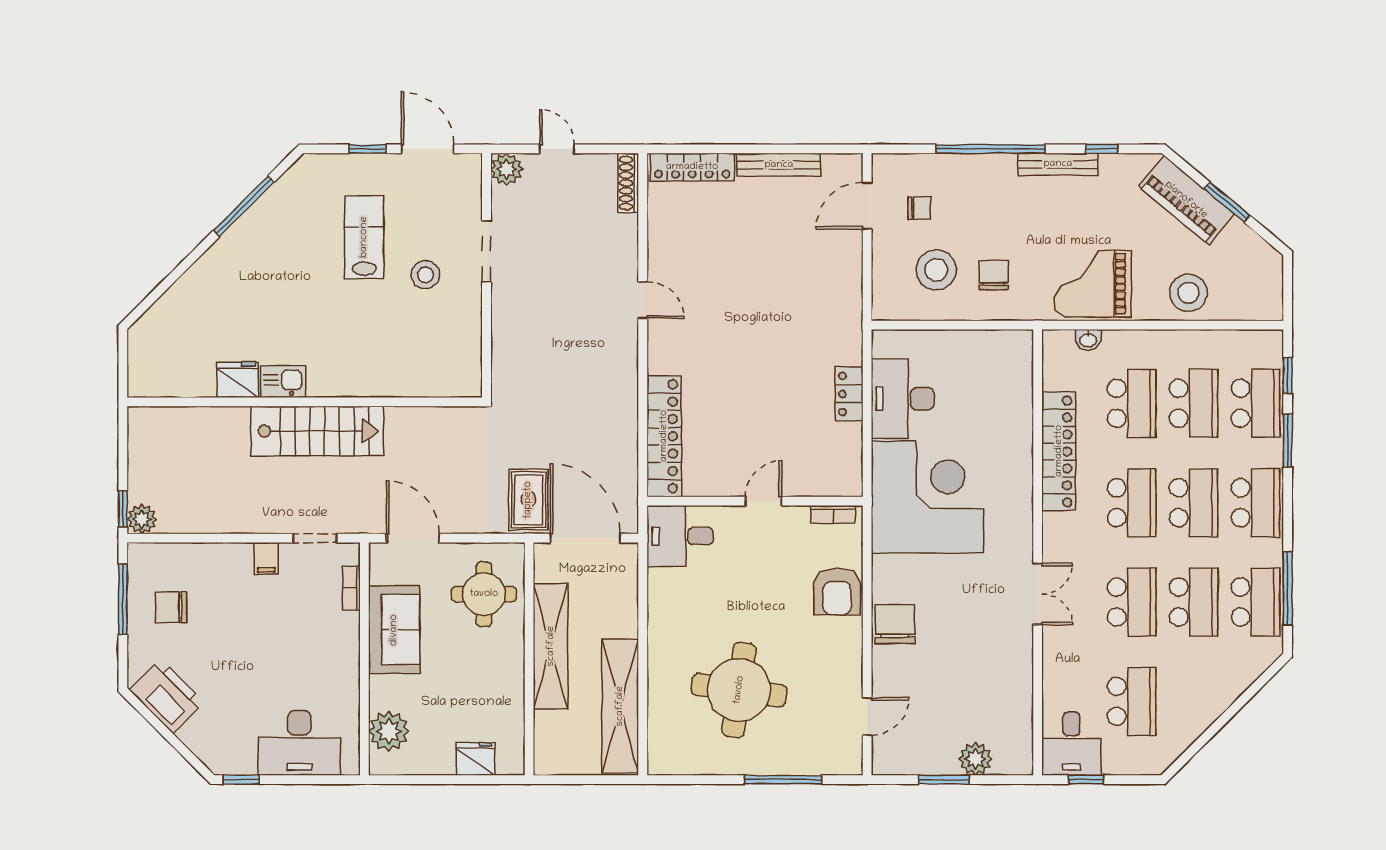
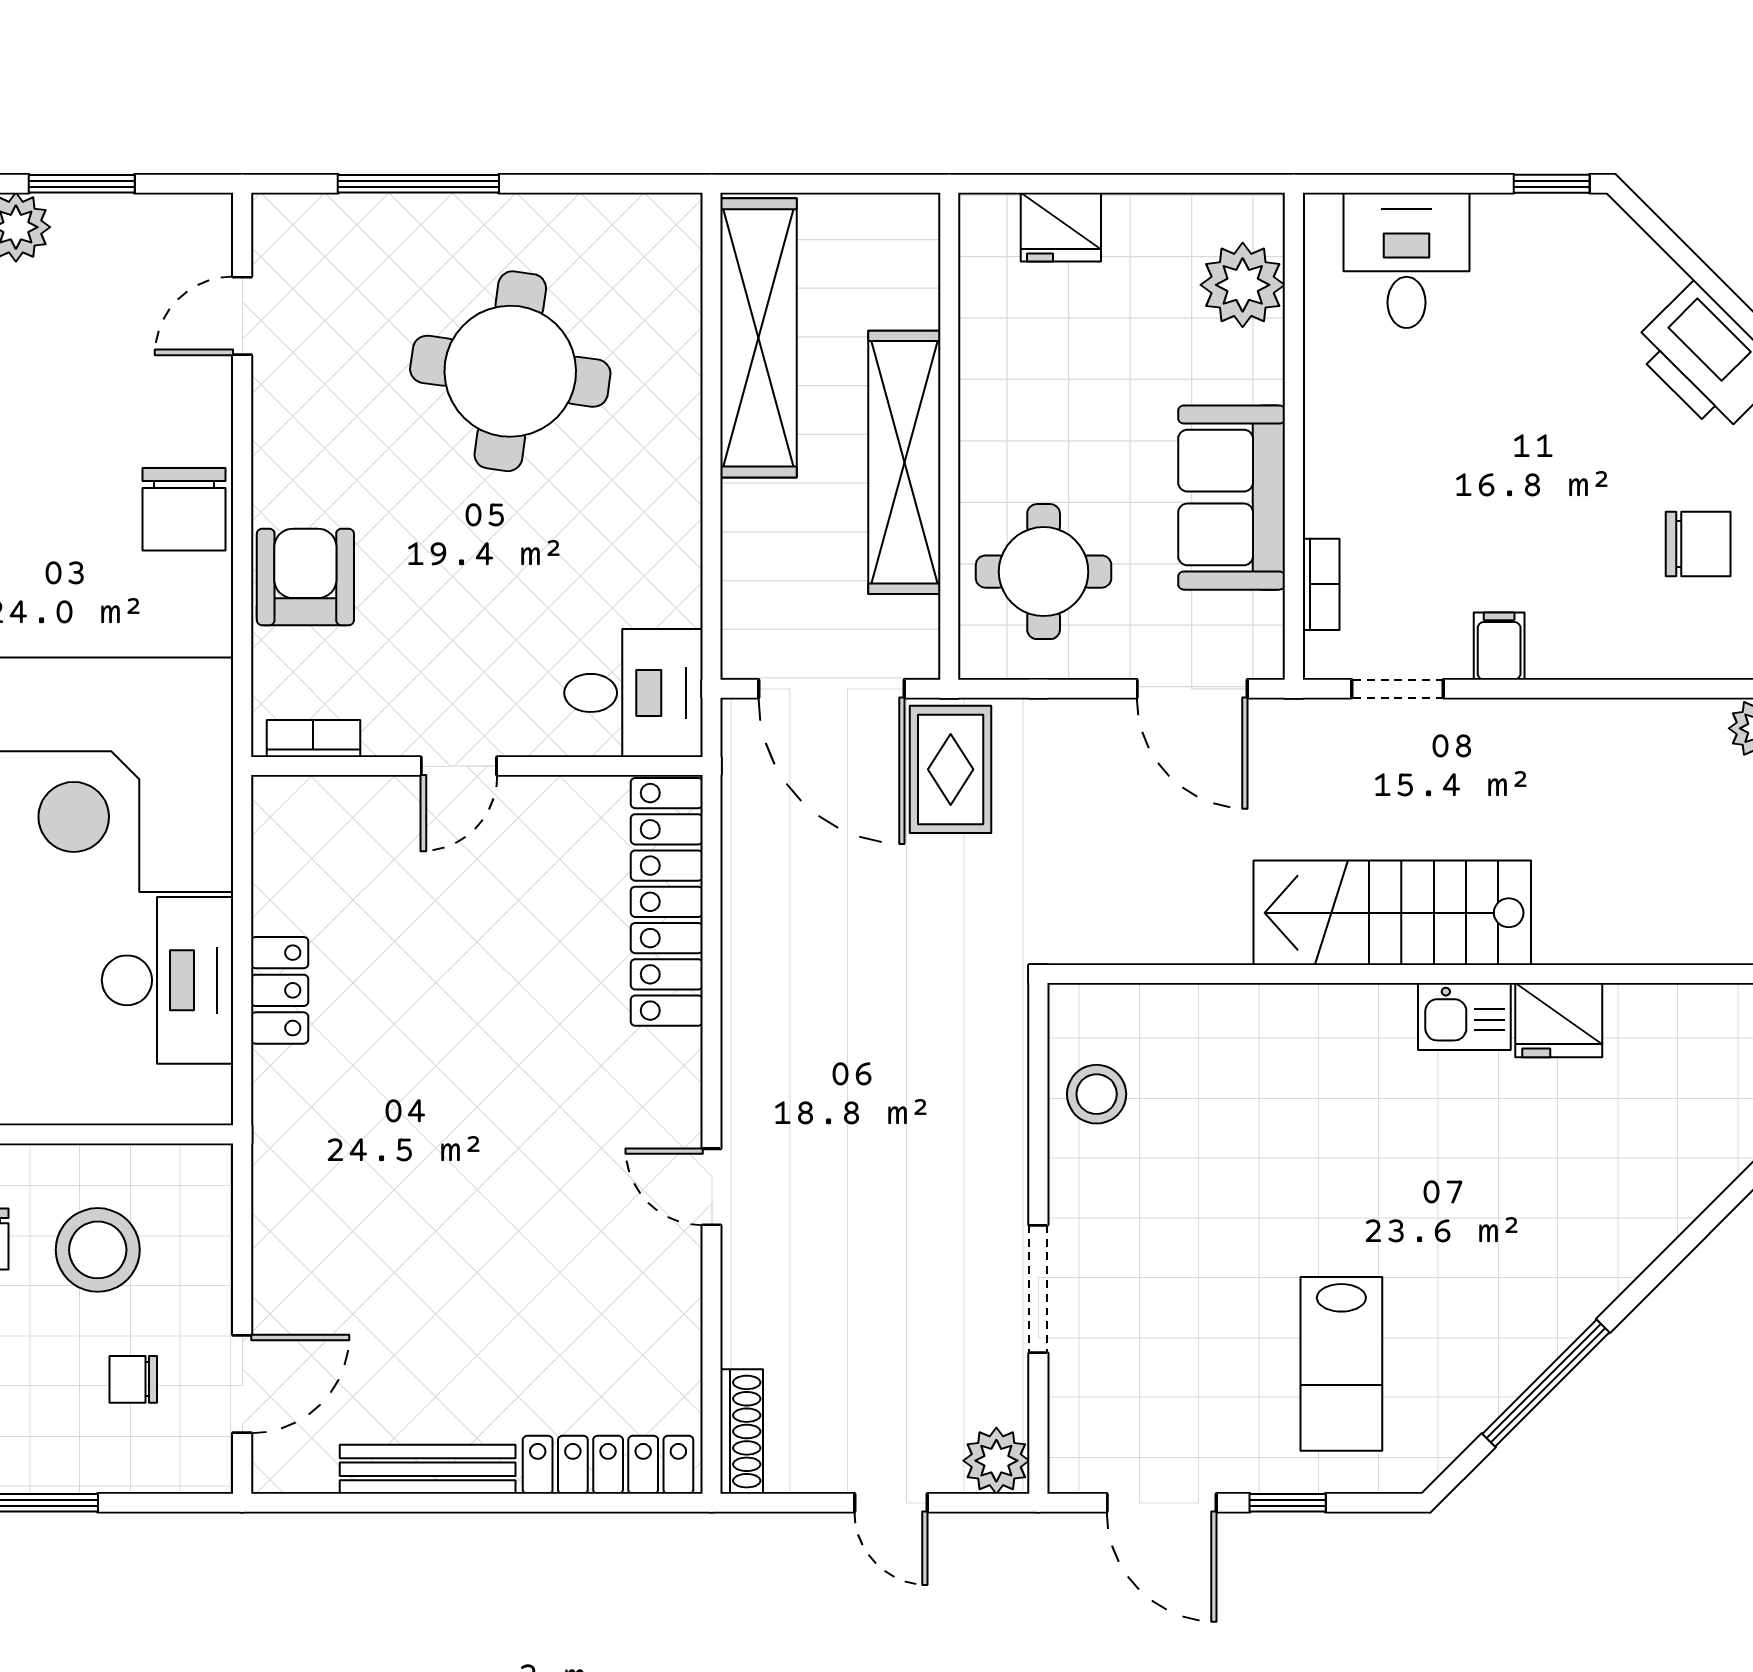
lab bench: (364, 237) -> (1341, 1364), moved
stool: (425, 275) -> (1097, 1094), moved
desk: (299, 743) -> (1407, 260), width x0.73

